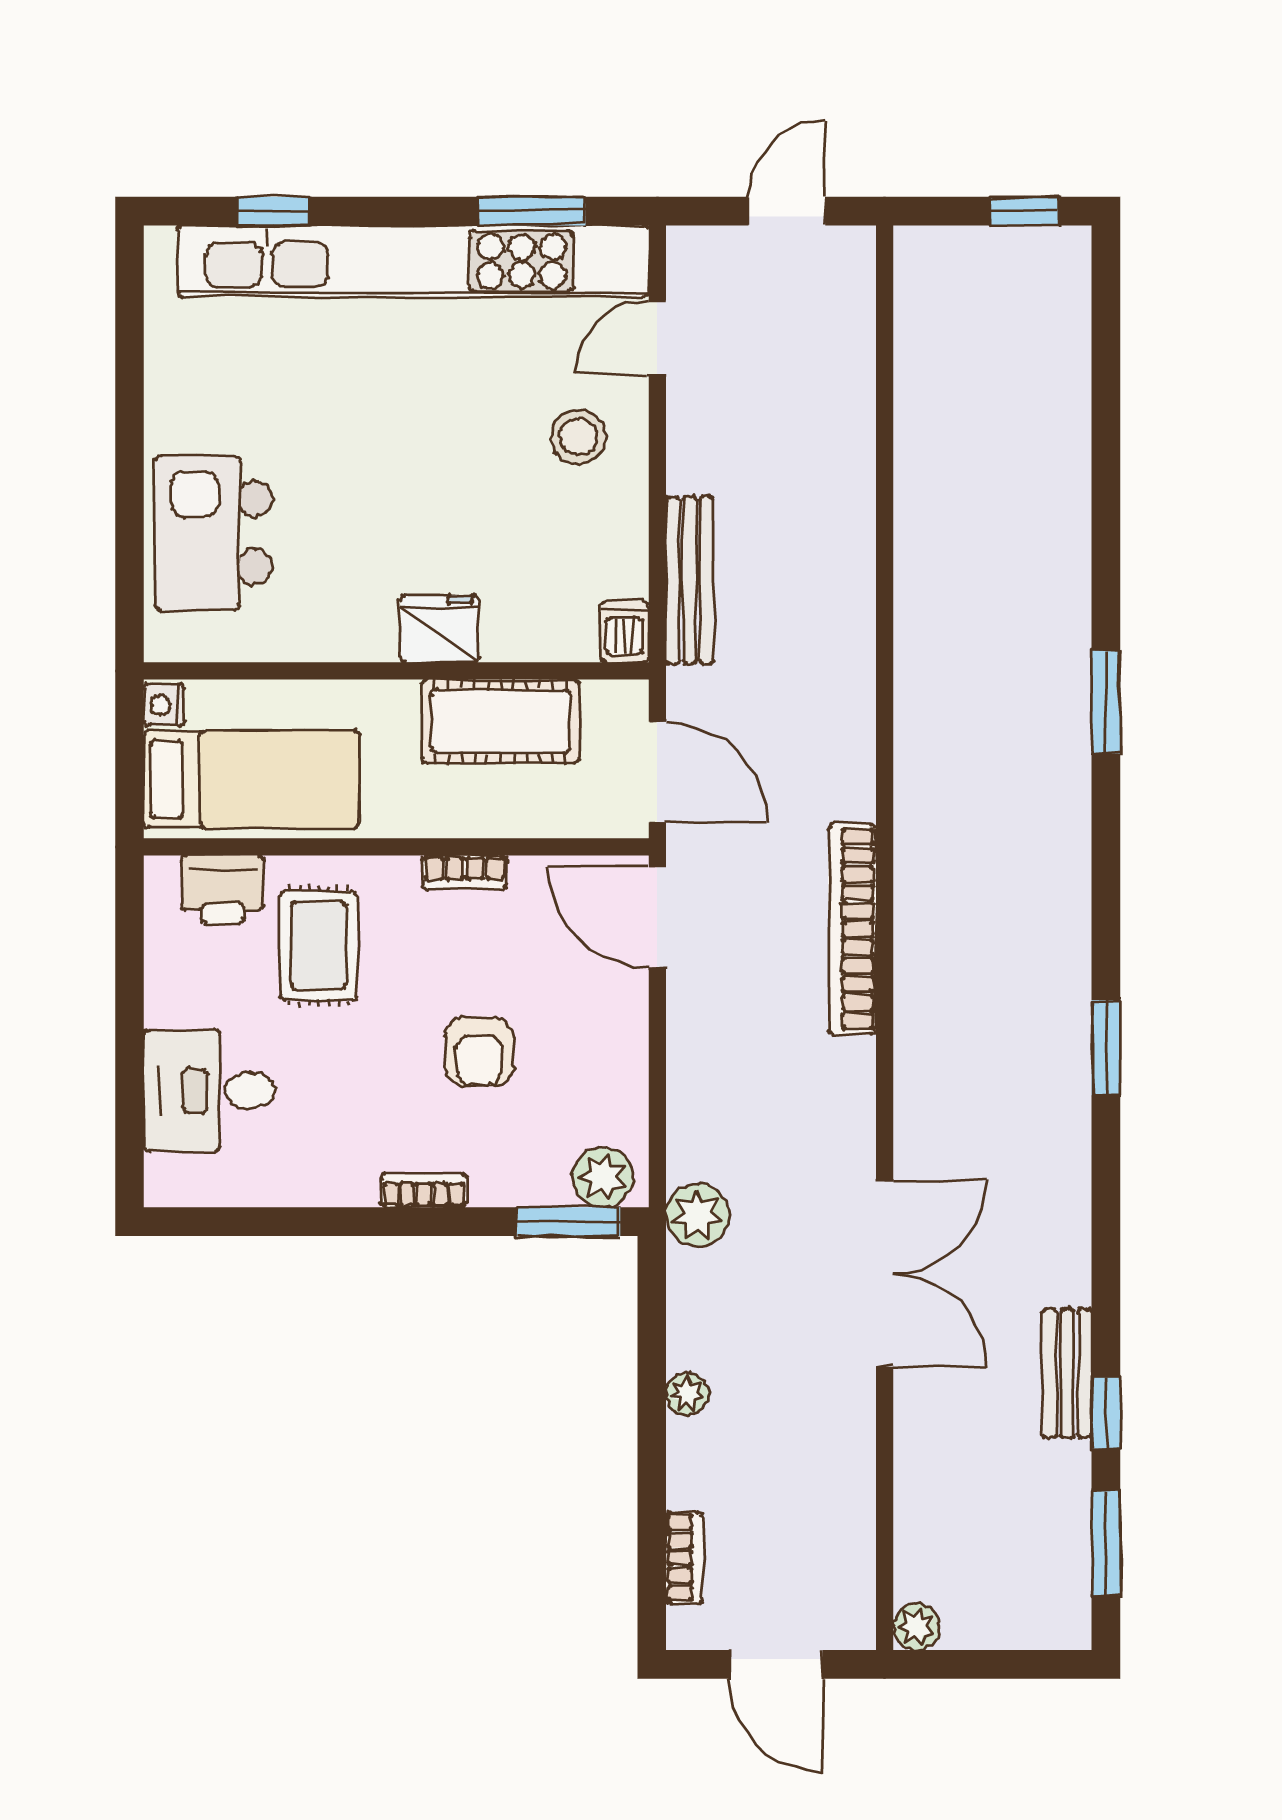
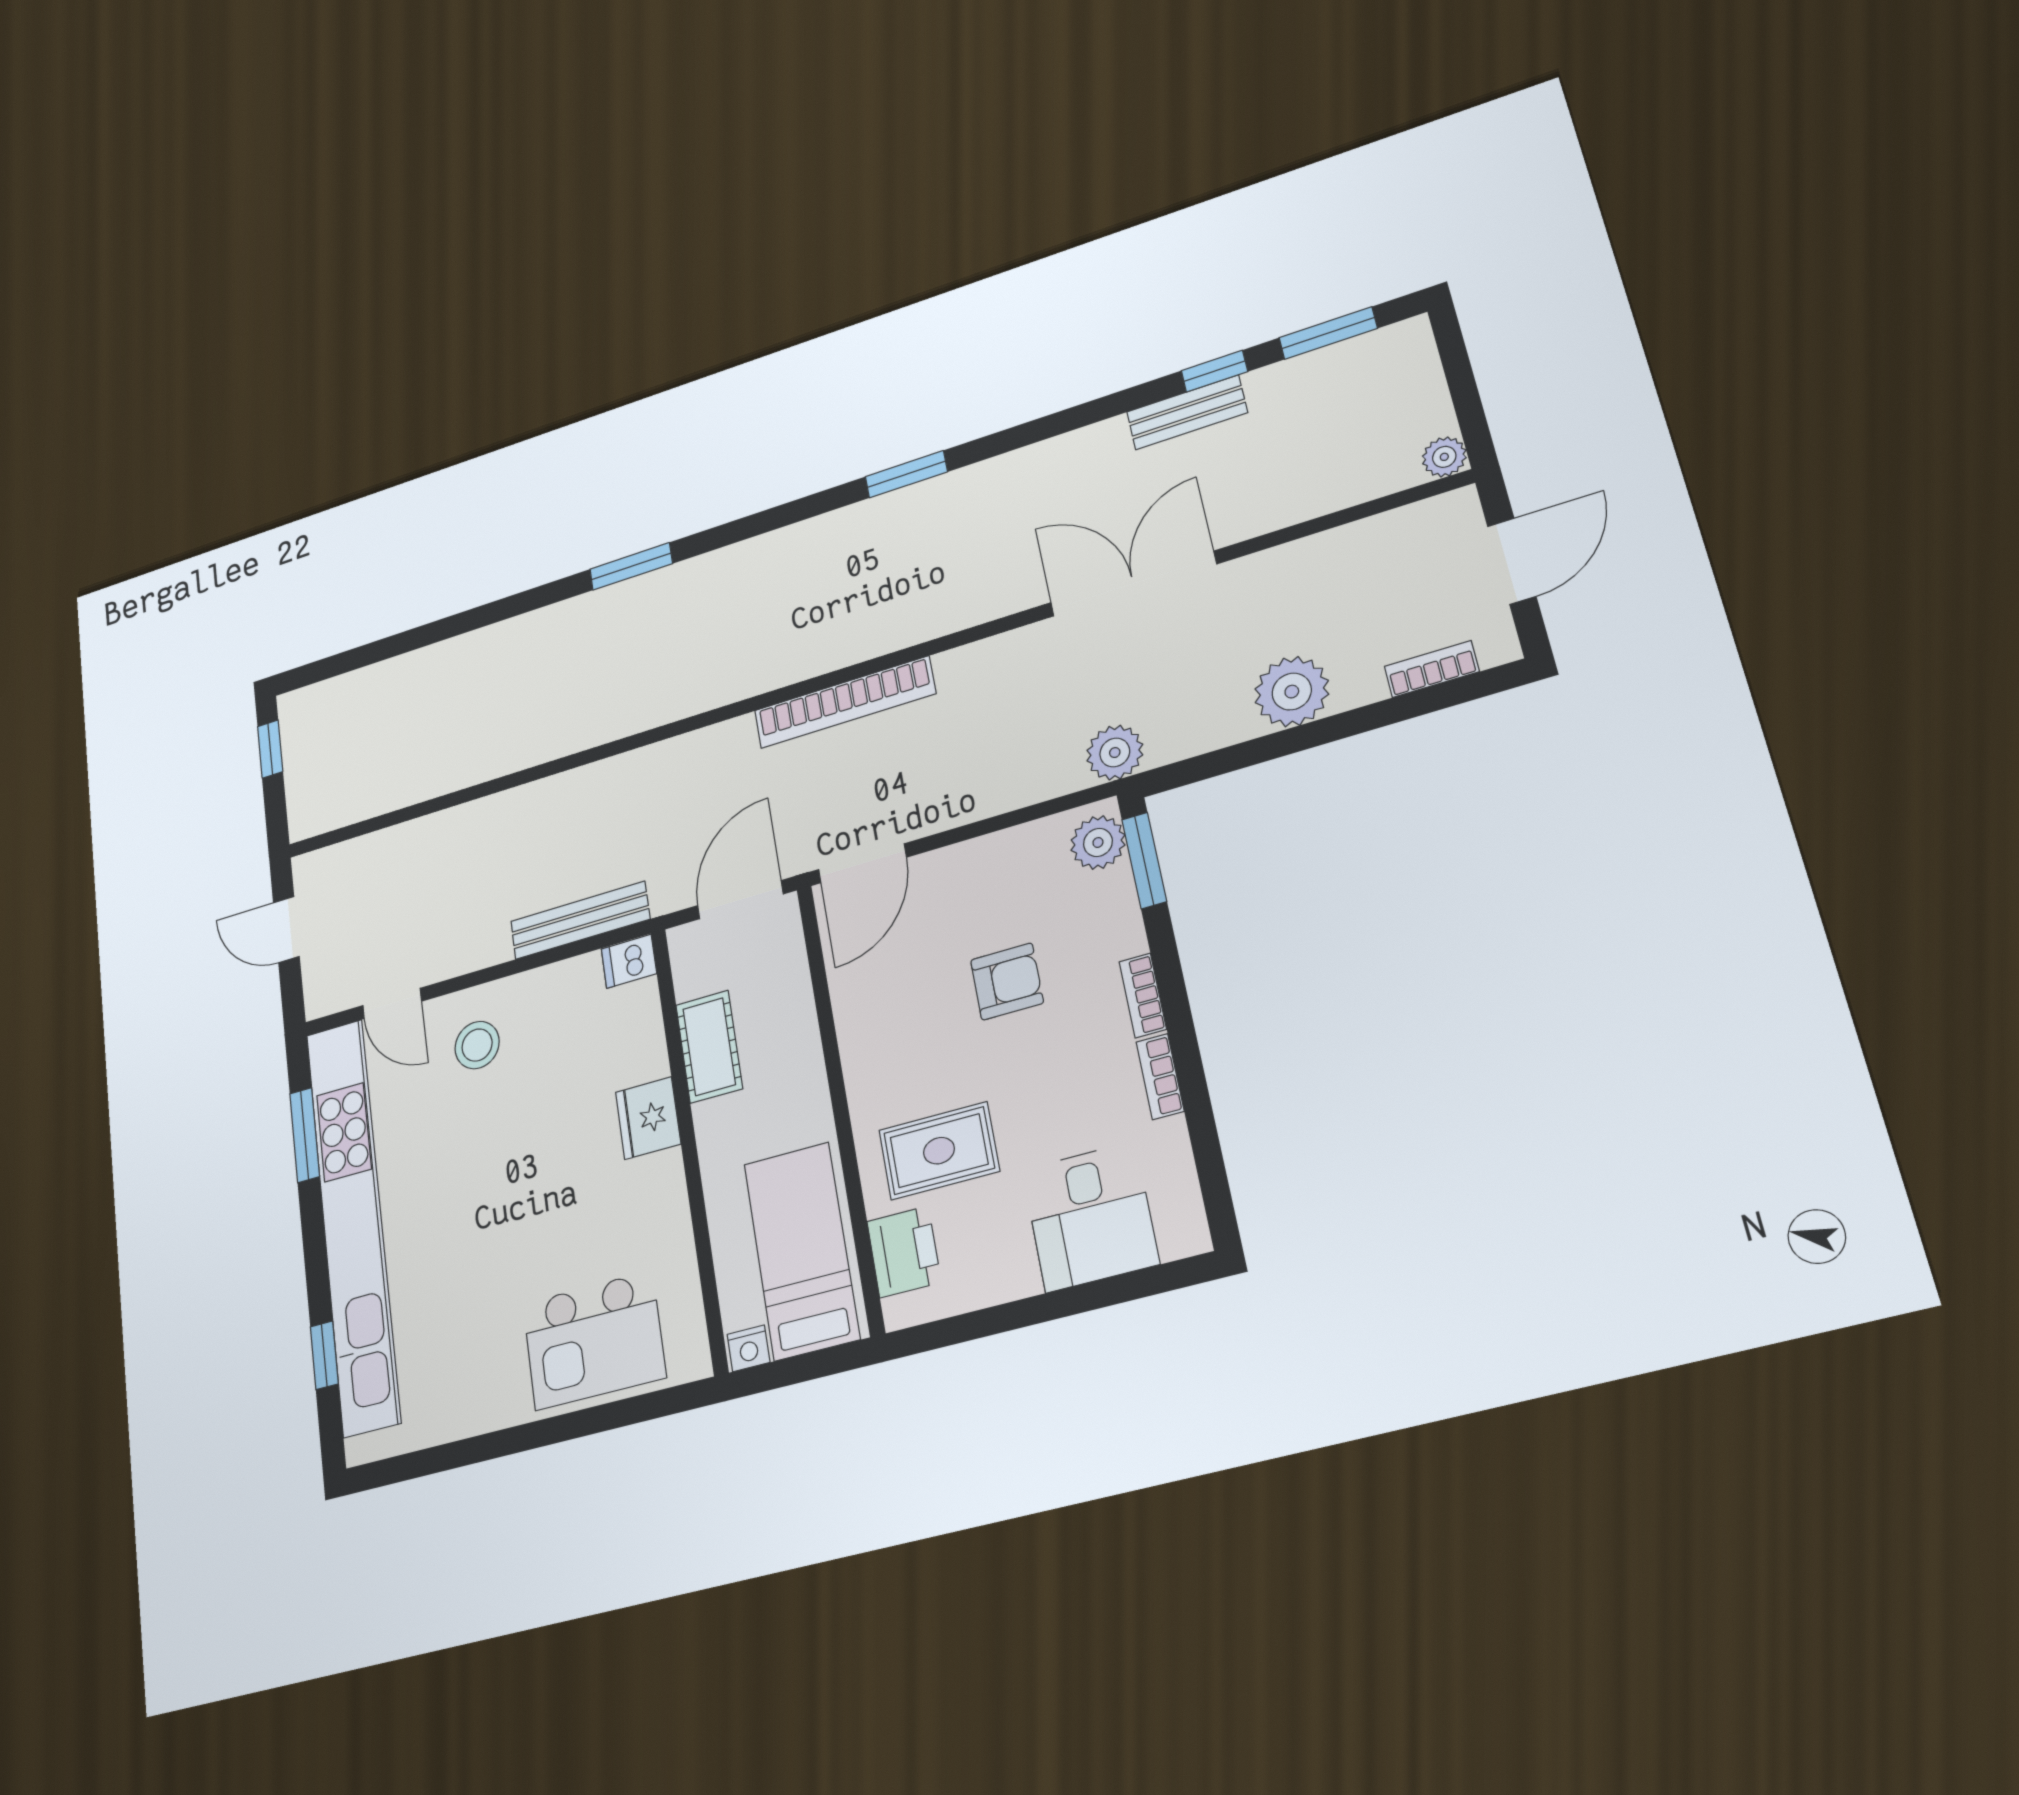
cot: (500, 721) -> (709, 1047), width x0.73, depth x0.75
bookcase: (465, 872) -> (1160, 1077), moved, turned 180
plant: (687, 1394) -> (1292, 692), width x1.87, depth x1.87

